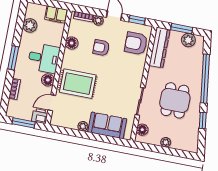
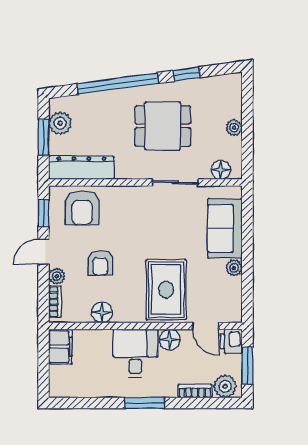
plant: (30, 25) -> (225, 386), moved

